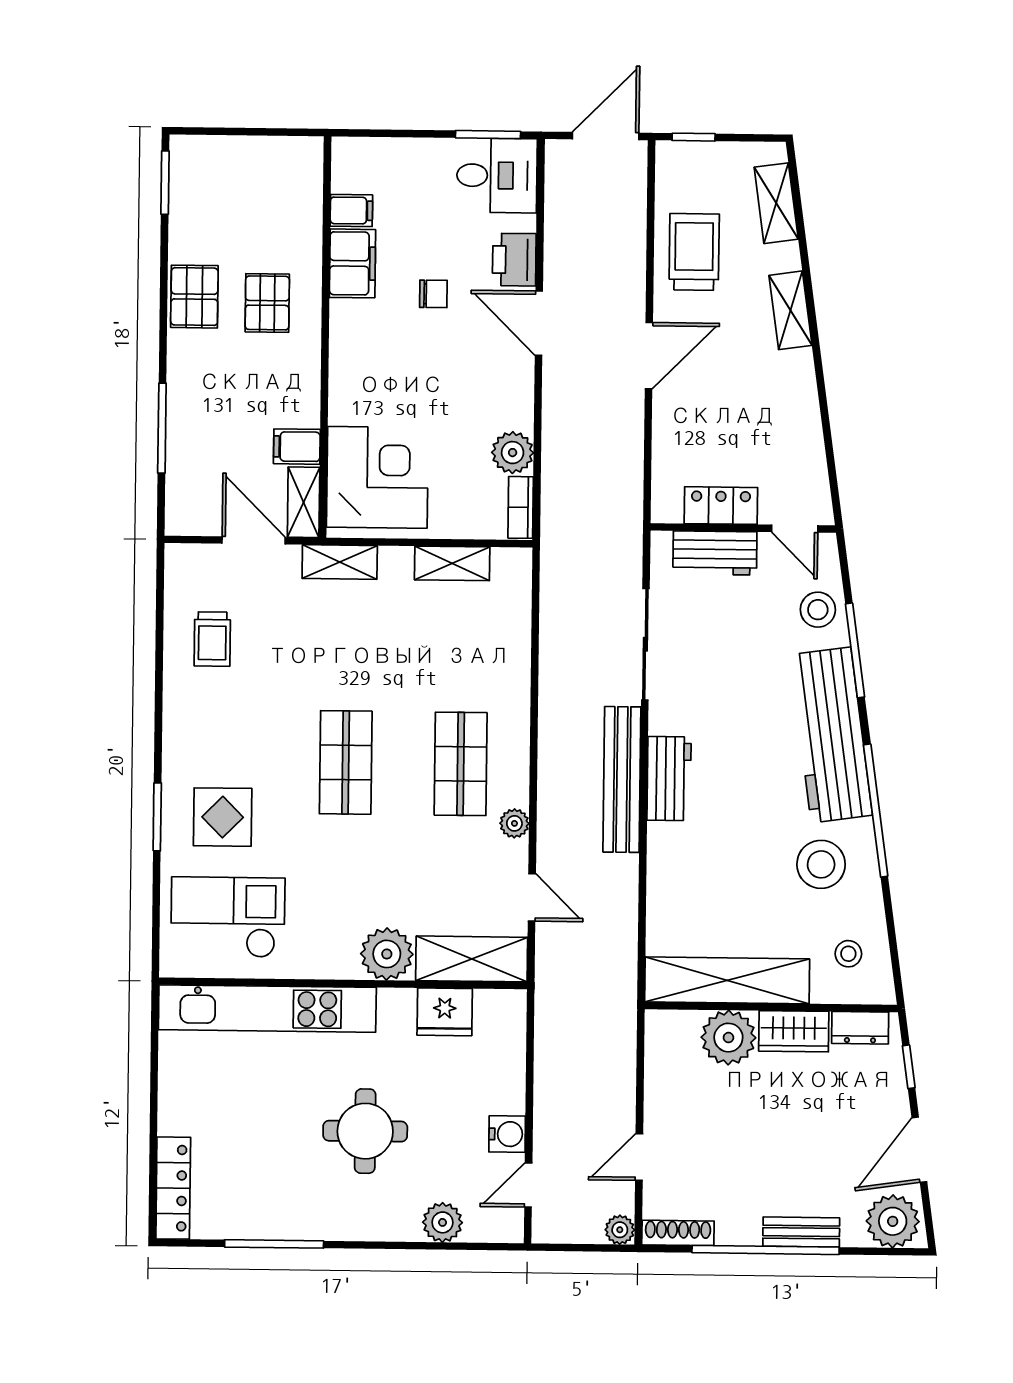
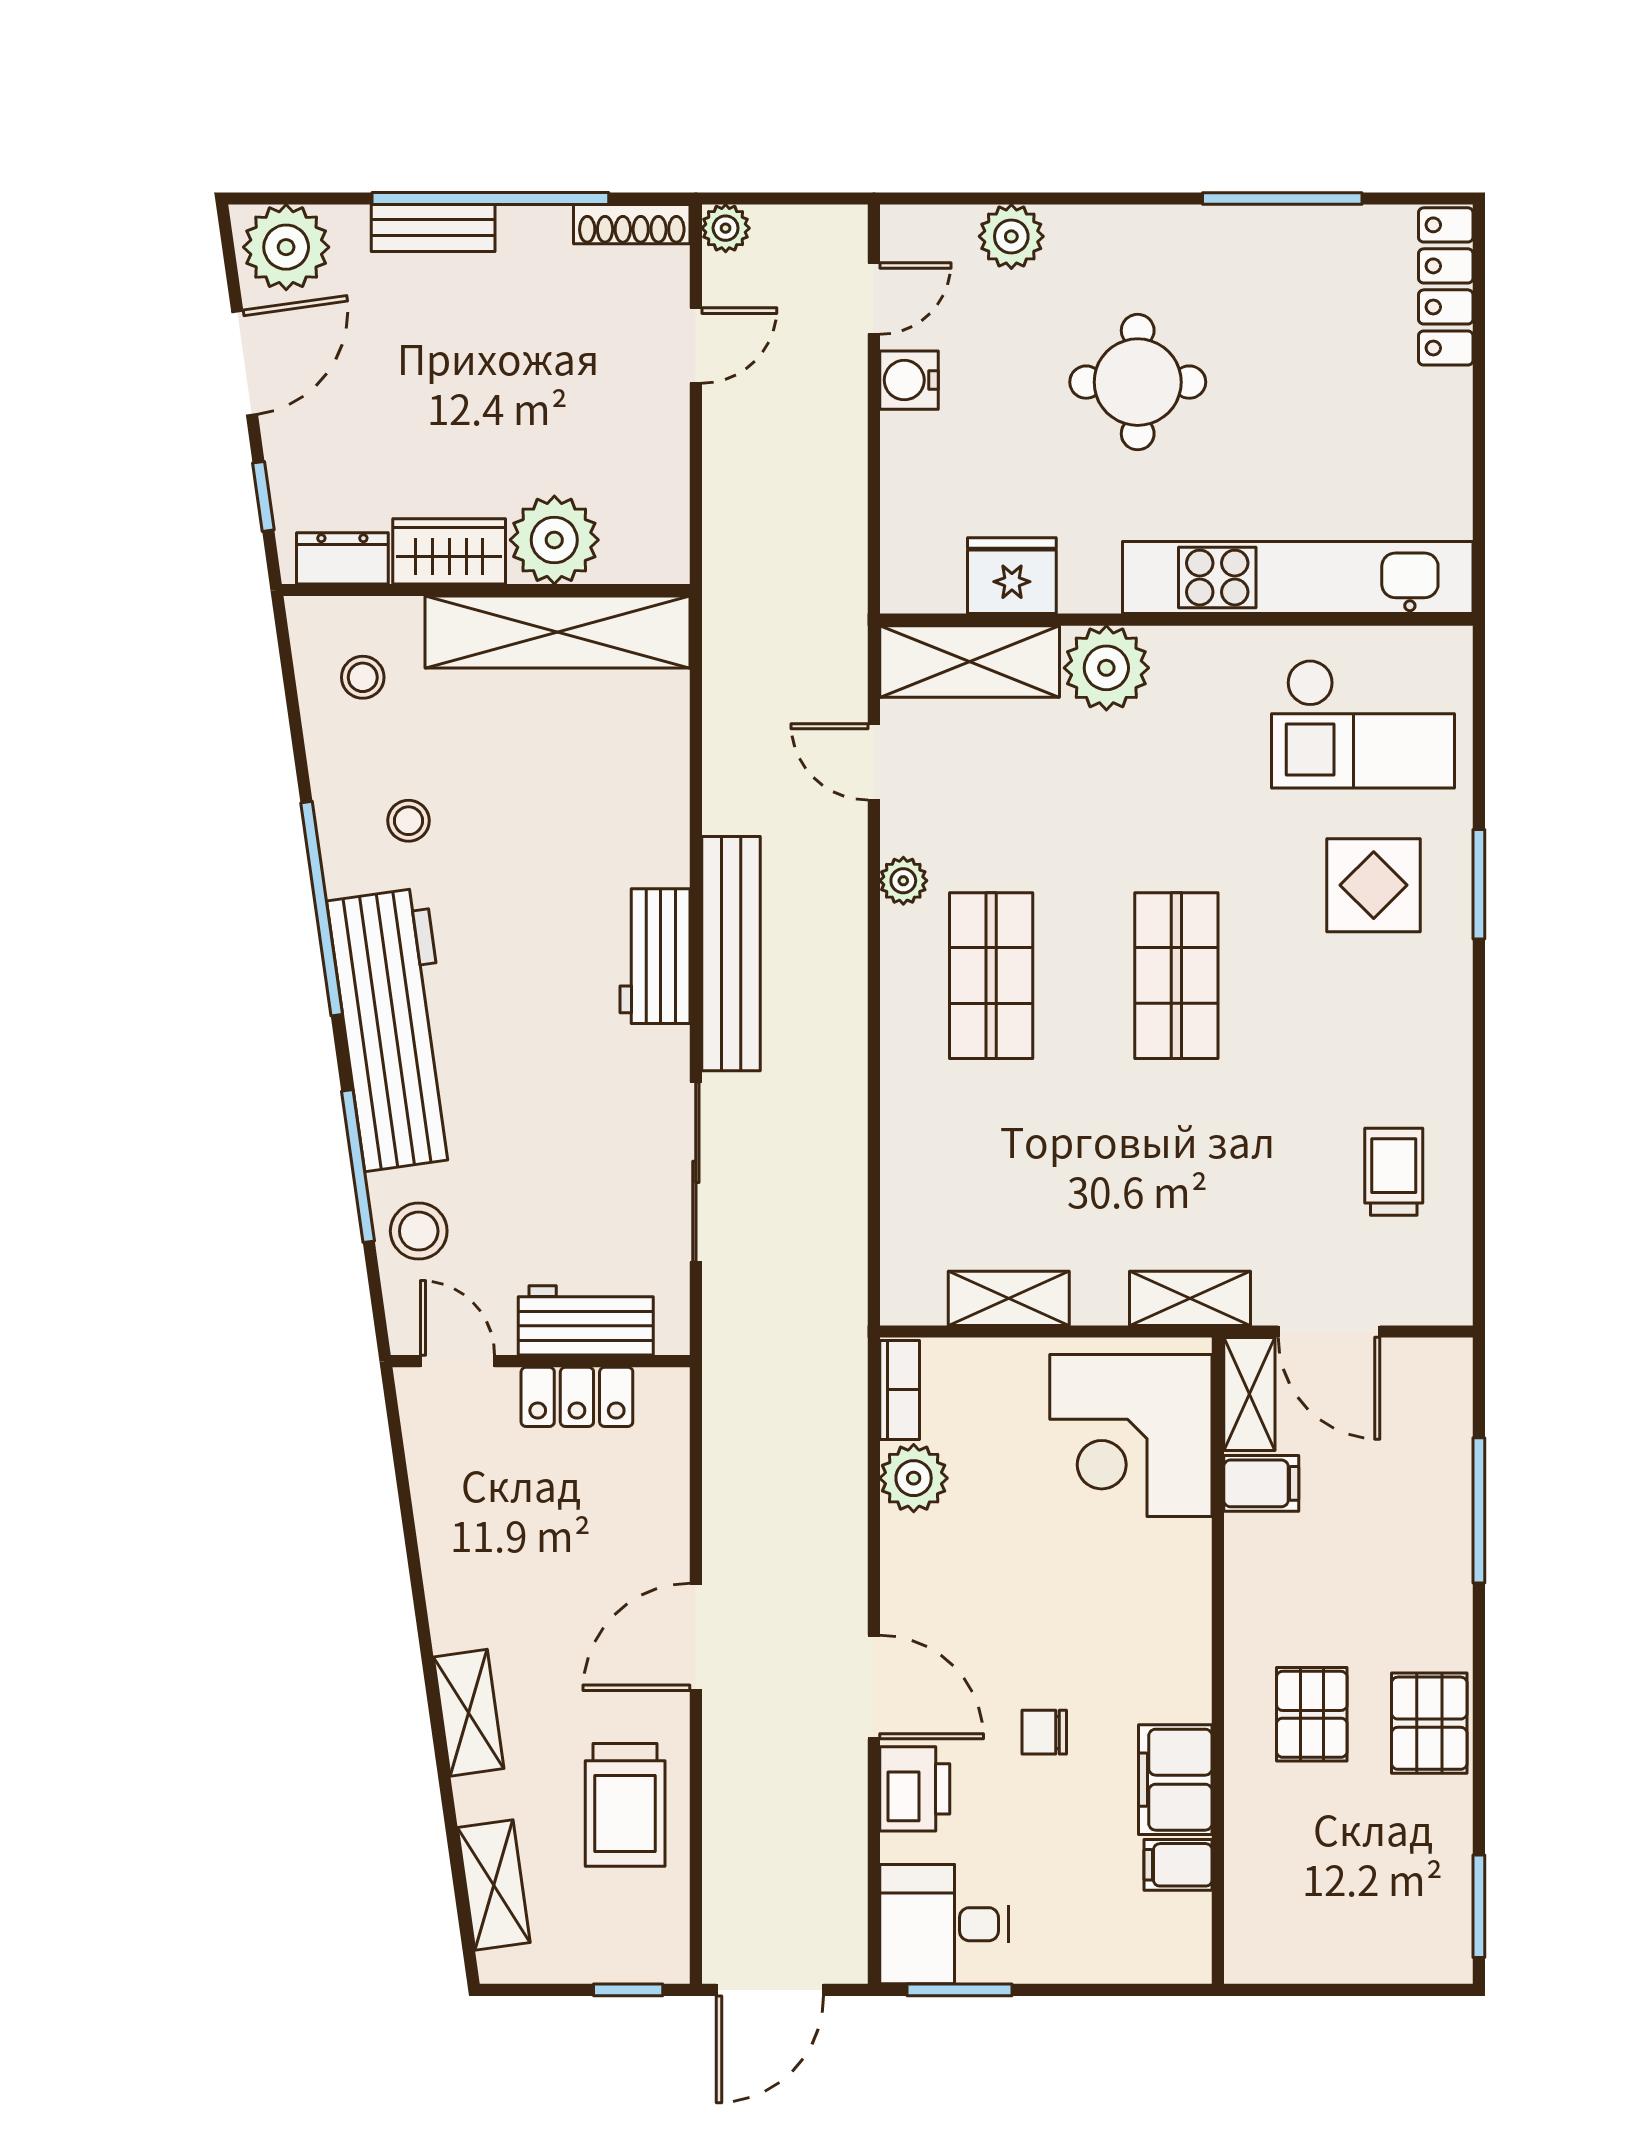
stool: (821, 864) -> (408, 821), width x0.53, depth x0.53

